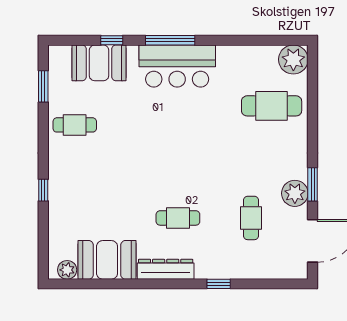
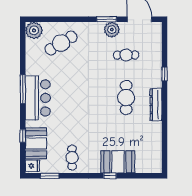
window: (170, 40) -> (23, 89), moved
fridge: (61, 57) -> (32, 166), added
cafe table: (272, 106) -> (61, 43), turned 59
cafe table: (178, 218) -> (126, 98), width x1.37, depth x1.35
booth: (107, 260) -> (118, 162), moved, turned 90
plant: (67, 270) -> (156, 162), removed

